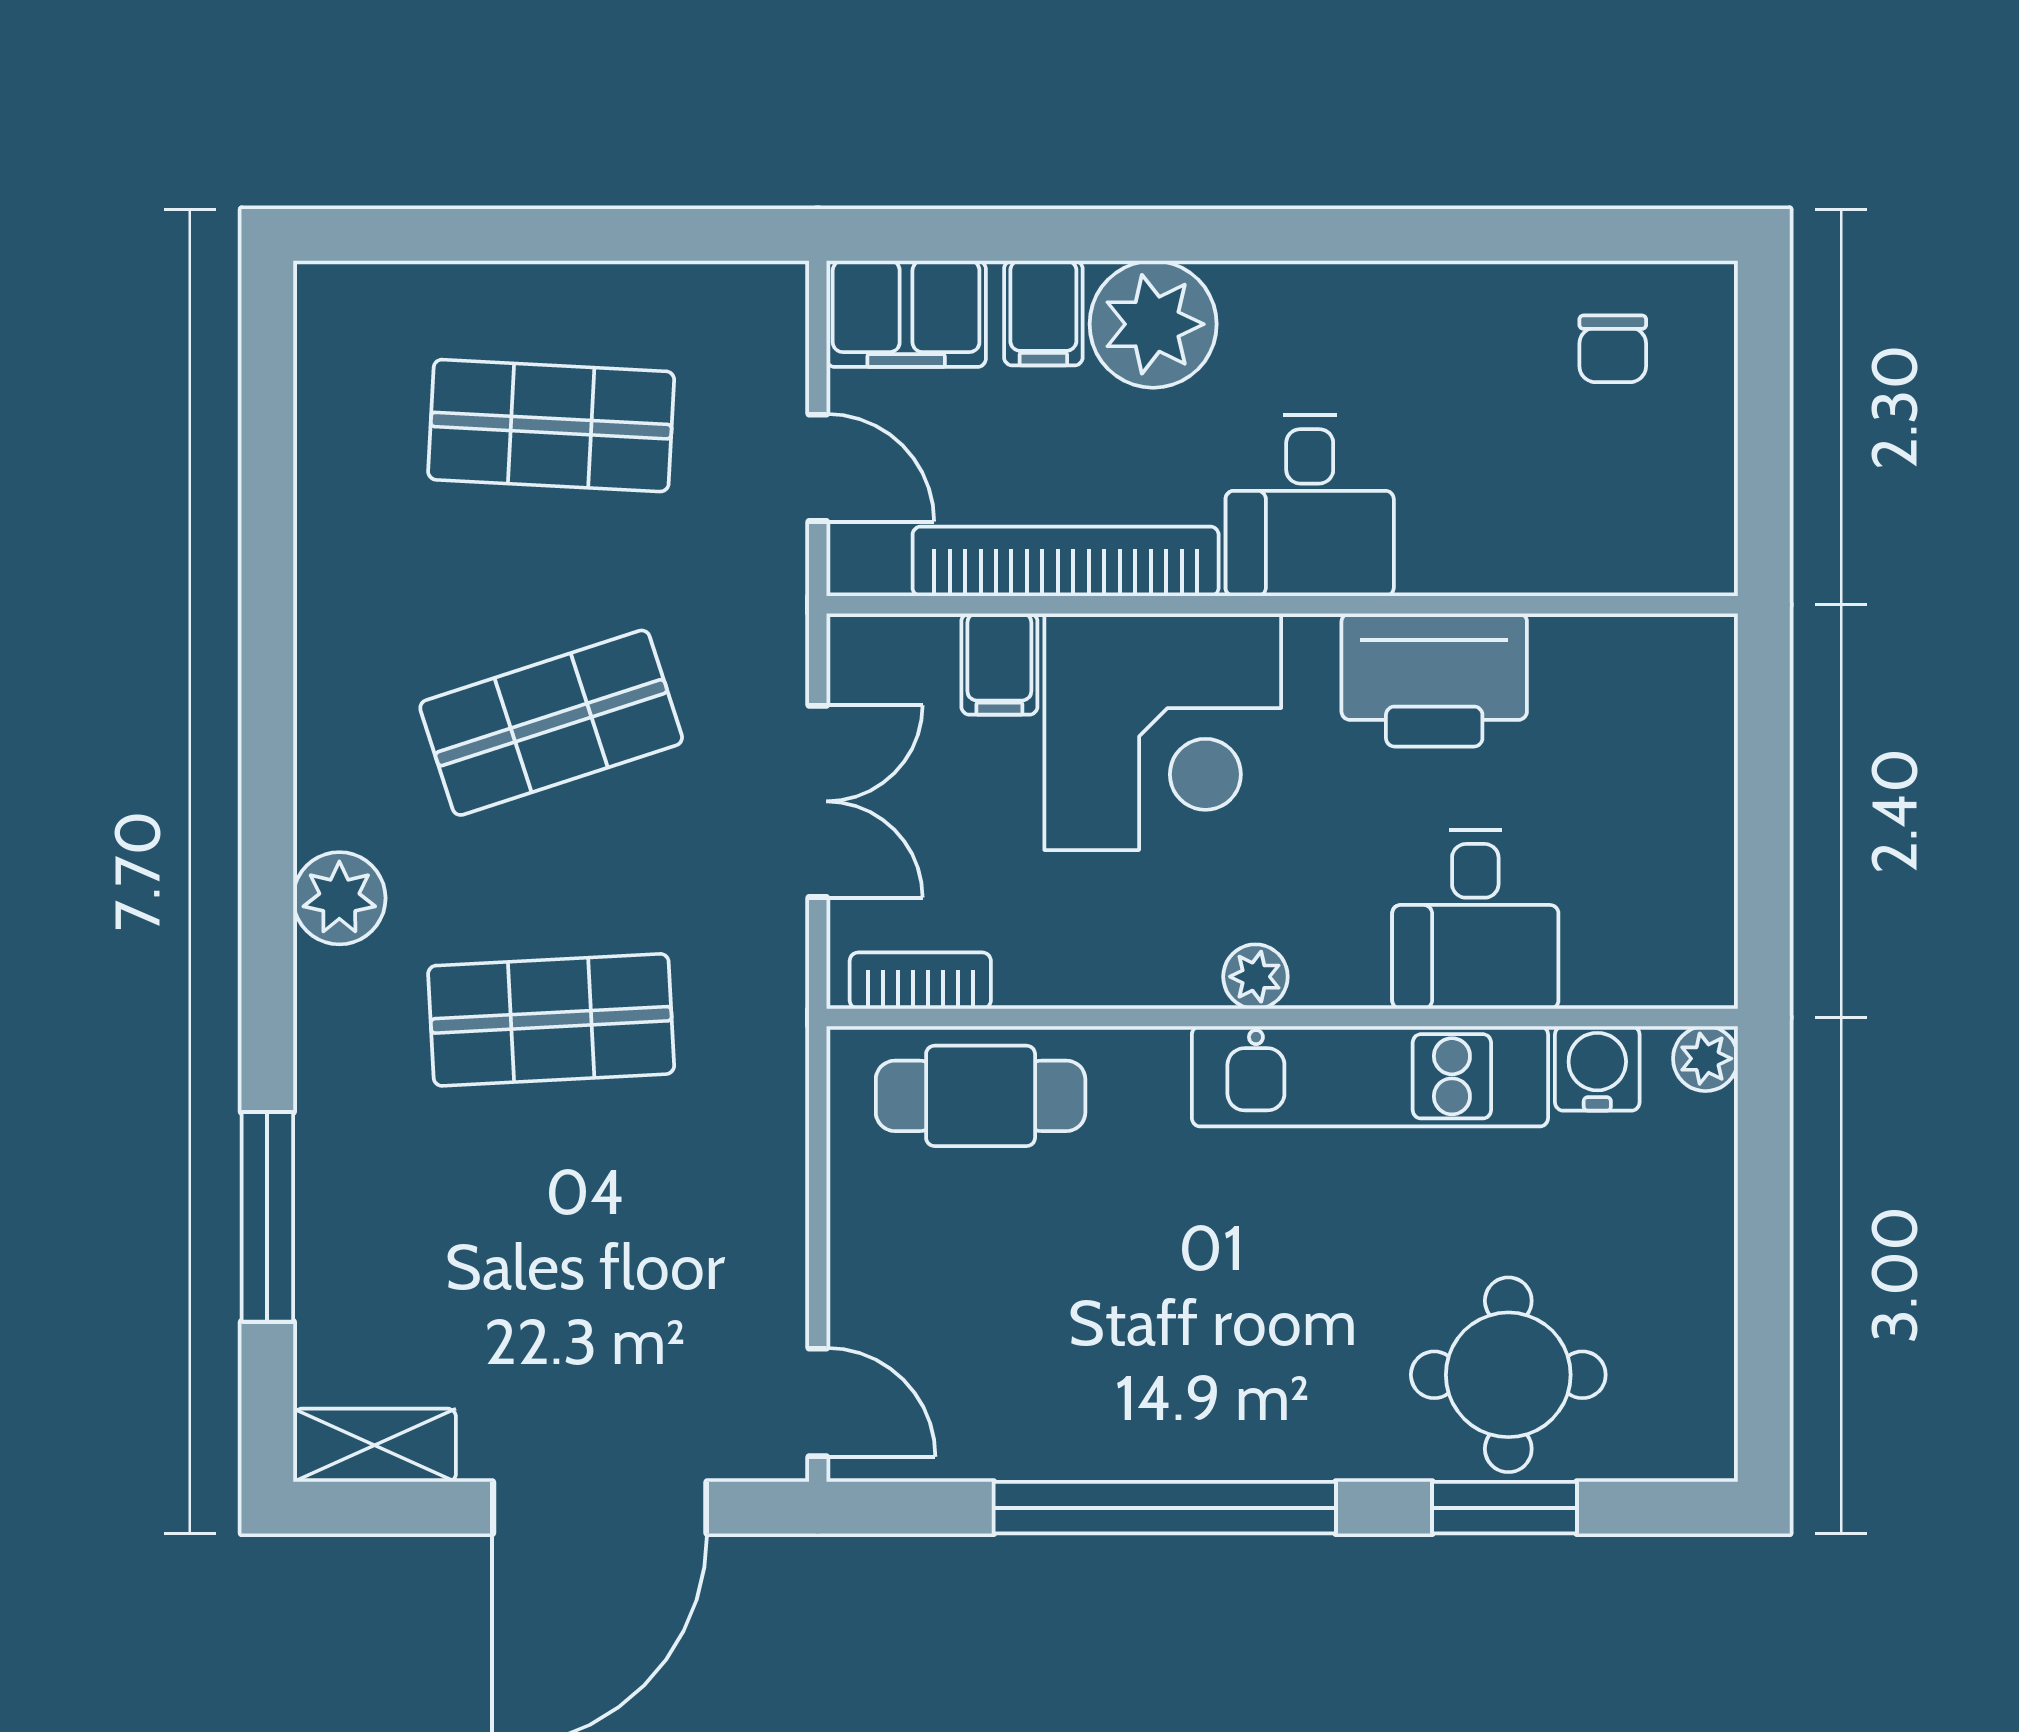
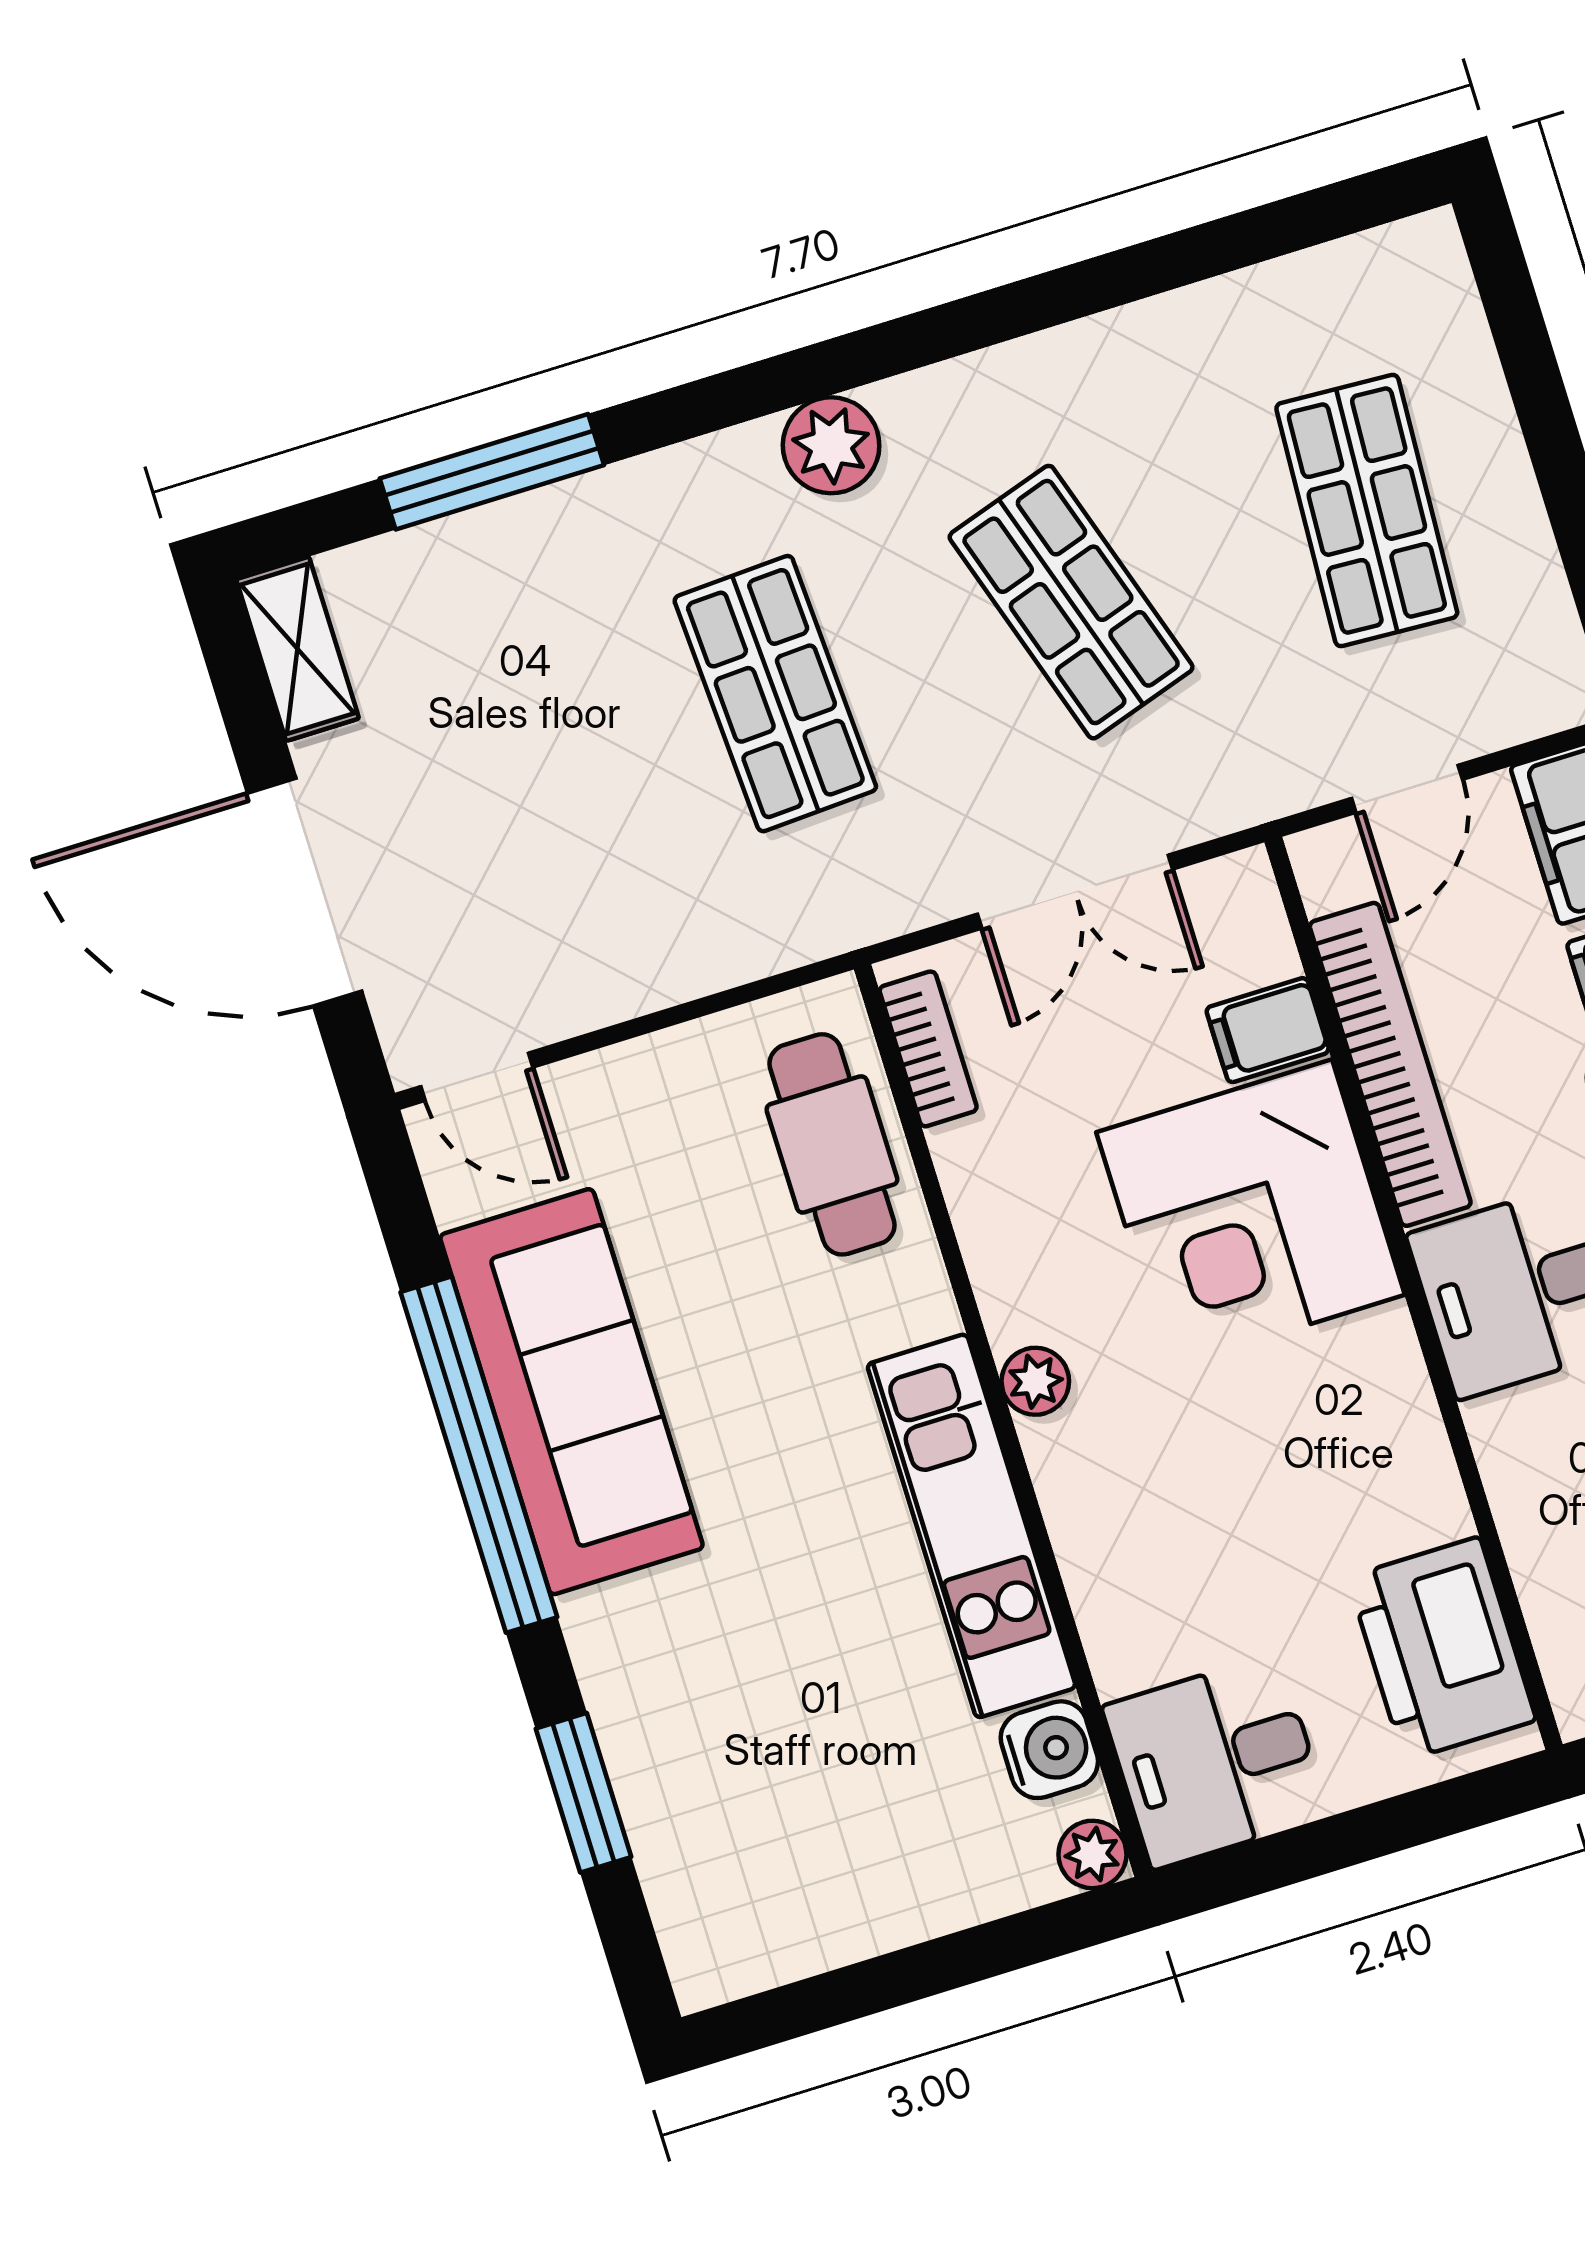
printer: (1434, 680) -> (1442, 1649), moved
desk: (1475, 919) -> (1215, 1761), moved
round table: (1508, 1375) -> (717, 1756), removed
door: (818, 1402) -> (477, 1077), hinge flipped
sofa: (1133, 1405) -> (571, 1392), added

